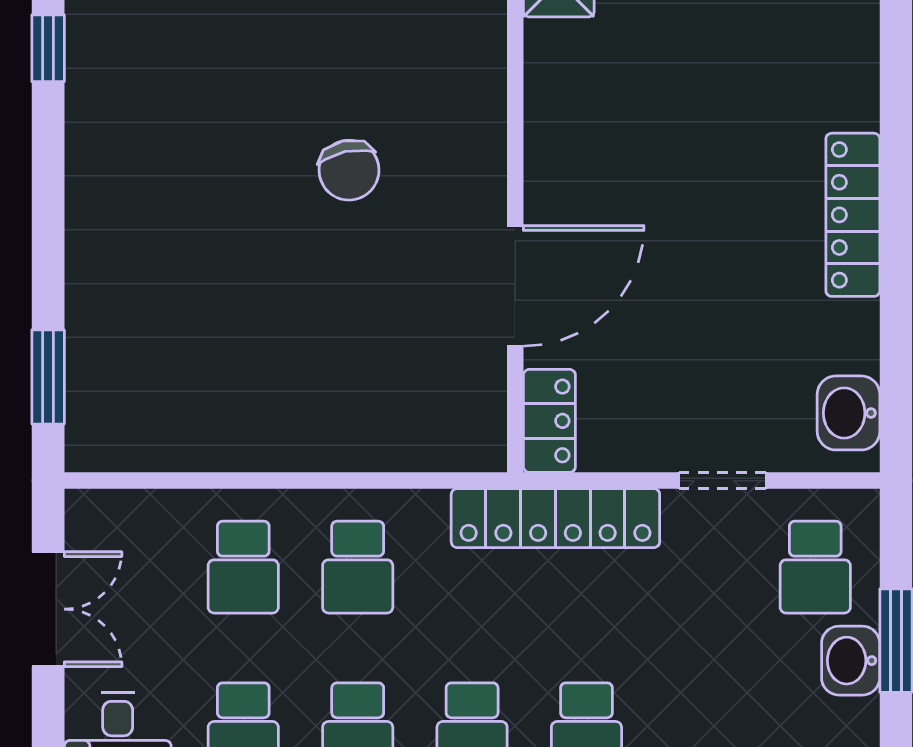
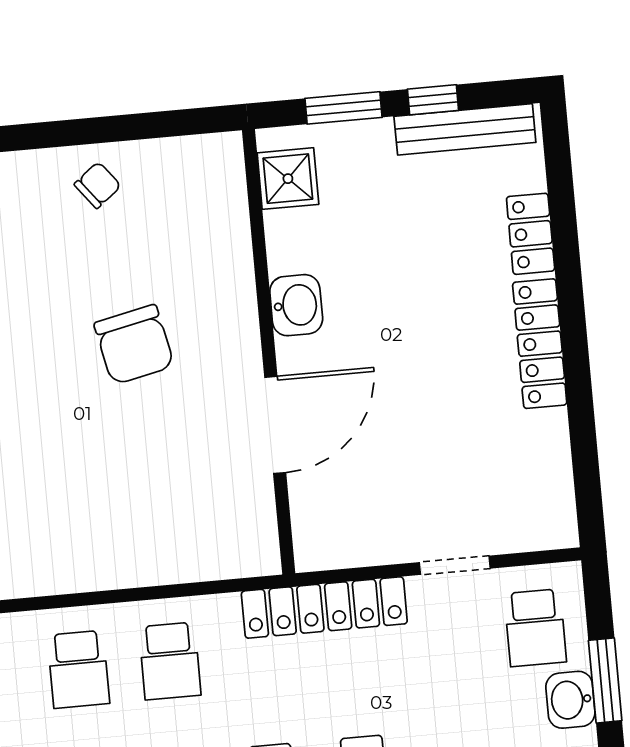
chair: (349, 170) -> (134, 345), width x1.37, depth x1.37
washbasin: (849, 413) -> (296, 305), moved, turned 180
locker: (549, 421) -> (531, 234), moved, turned 180

